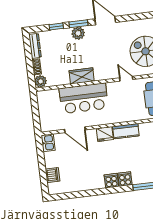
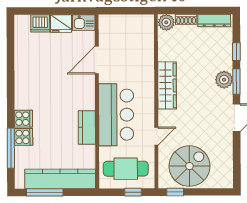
wardrobe: (82, 76) -> (167, 85), width x1.50
bar counter: (84, 98) -> (116, 115), moved, turned 180
fridge: (105, 134) -> (61, 24), moved, turned -90
cooker: (111, 181) -> (24, 137), moved

